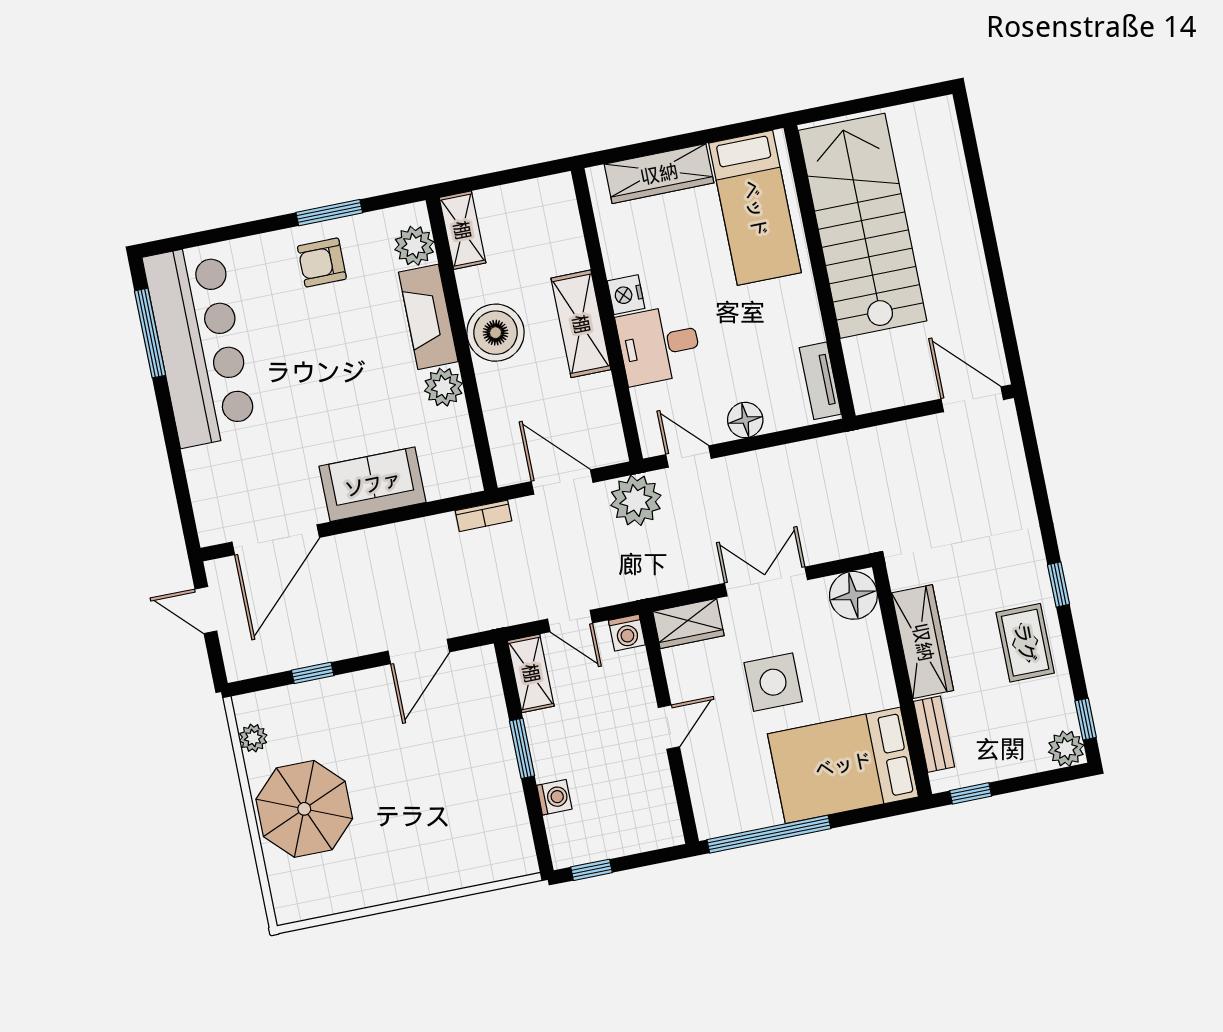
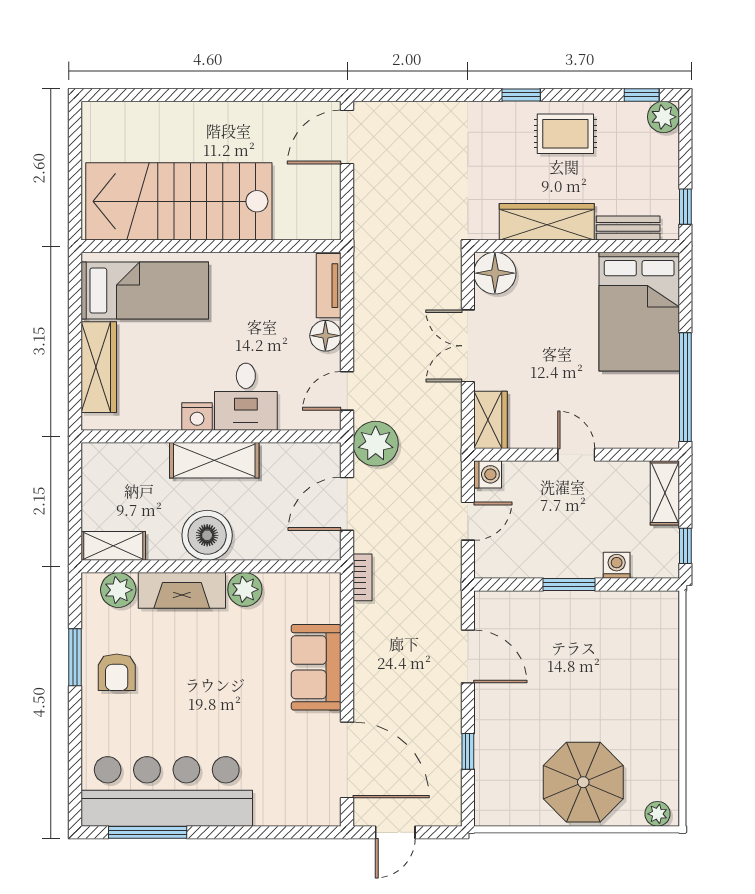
tv unit: (820, 381) -> (329, 286), moved, turned 90
shelving: (531, 673) -> (665, 493), moved, turned 90
side table: (773, 682) -> (556, 357), removed
plant: (253, 738) -> (657, 814), moved

